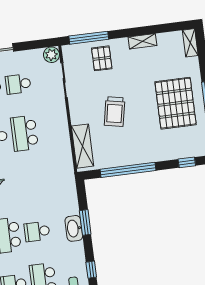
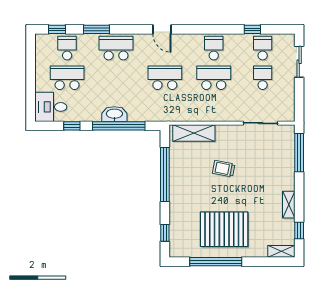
window: (167, 28) -> (299, 231), added
plant: (51, 55) -> (287, 114), removed
pallet: (102, 58) -> (277, 163), removed
trolley: (115, 112) -> (224, 169), width x0.73, depth x0.72
window: (85, 222) -> (119, 126), width x2.11
school desk: (37, 231) -> (165, 78), moved, width x1.85

